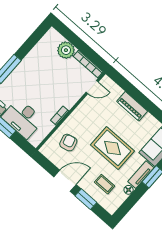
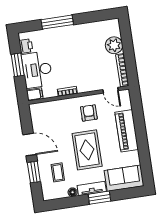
piano: (132, 106) -> (127, 131), width x1.37, depth x1.33
filing cabinet: (37, 139) -> (35, 94), added
armchair: (68, 143) -> (89, 113), moved, turned -75

